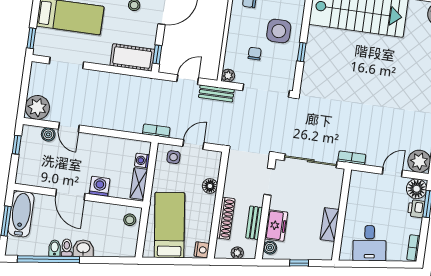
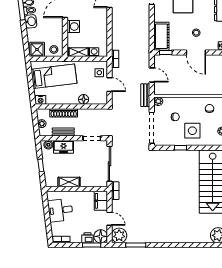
filing cabinet: (364, 181) -> (101, 201), added
shower: (126, 245) -> (37, 49), added

